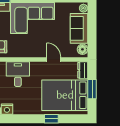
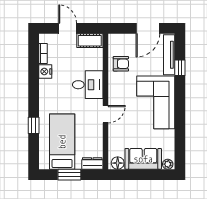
door: (54, 59) -> (105, 114), moved
bed: (65, 95) -> (62, 142), width x0.67

